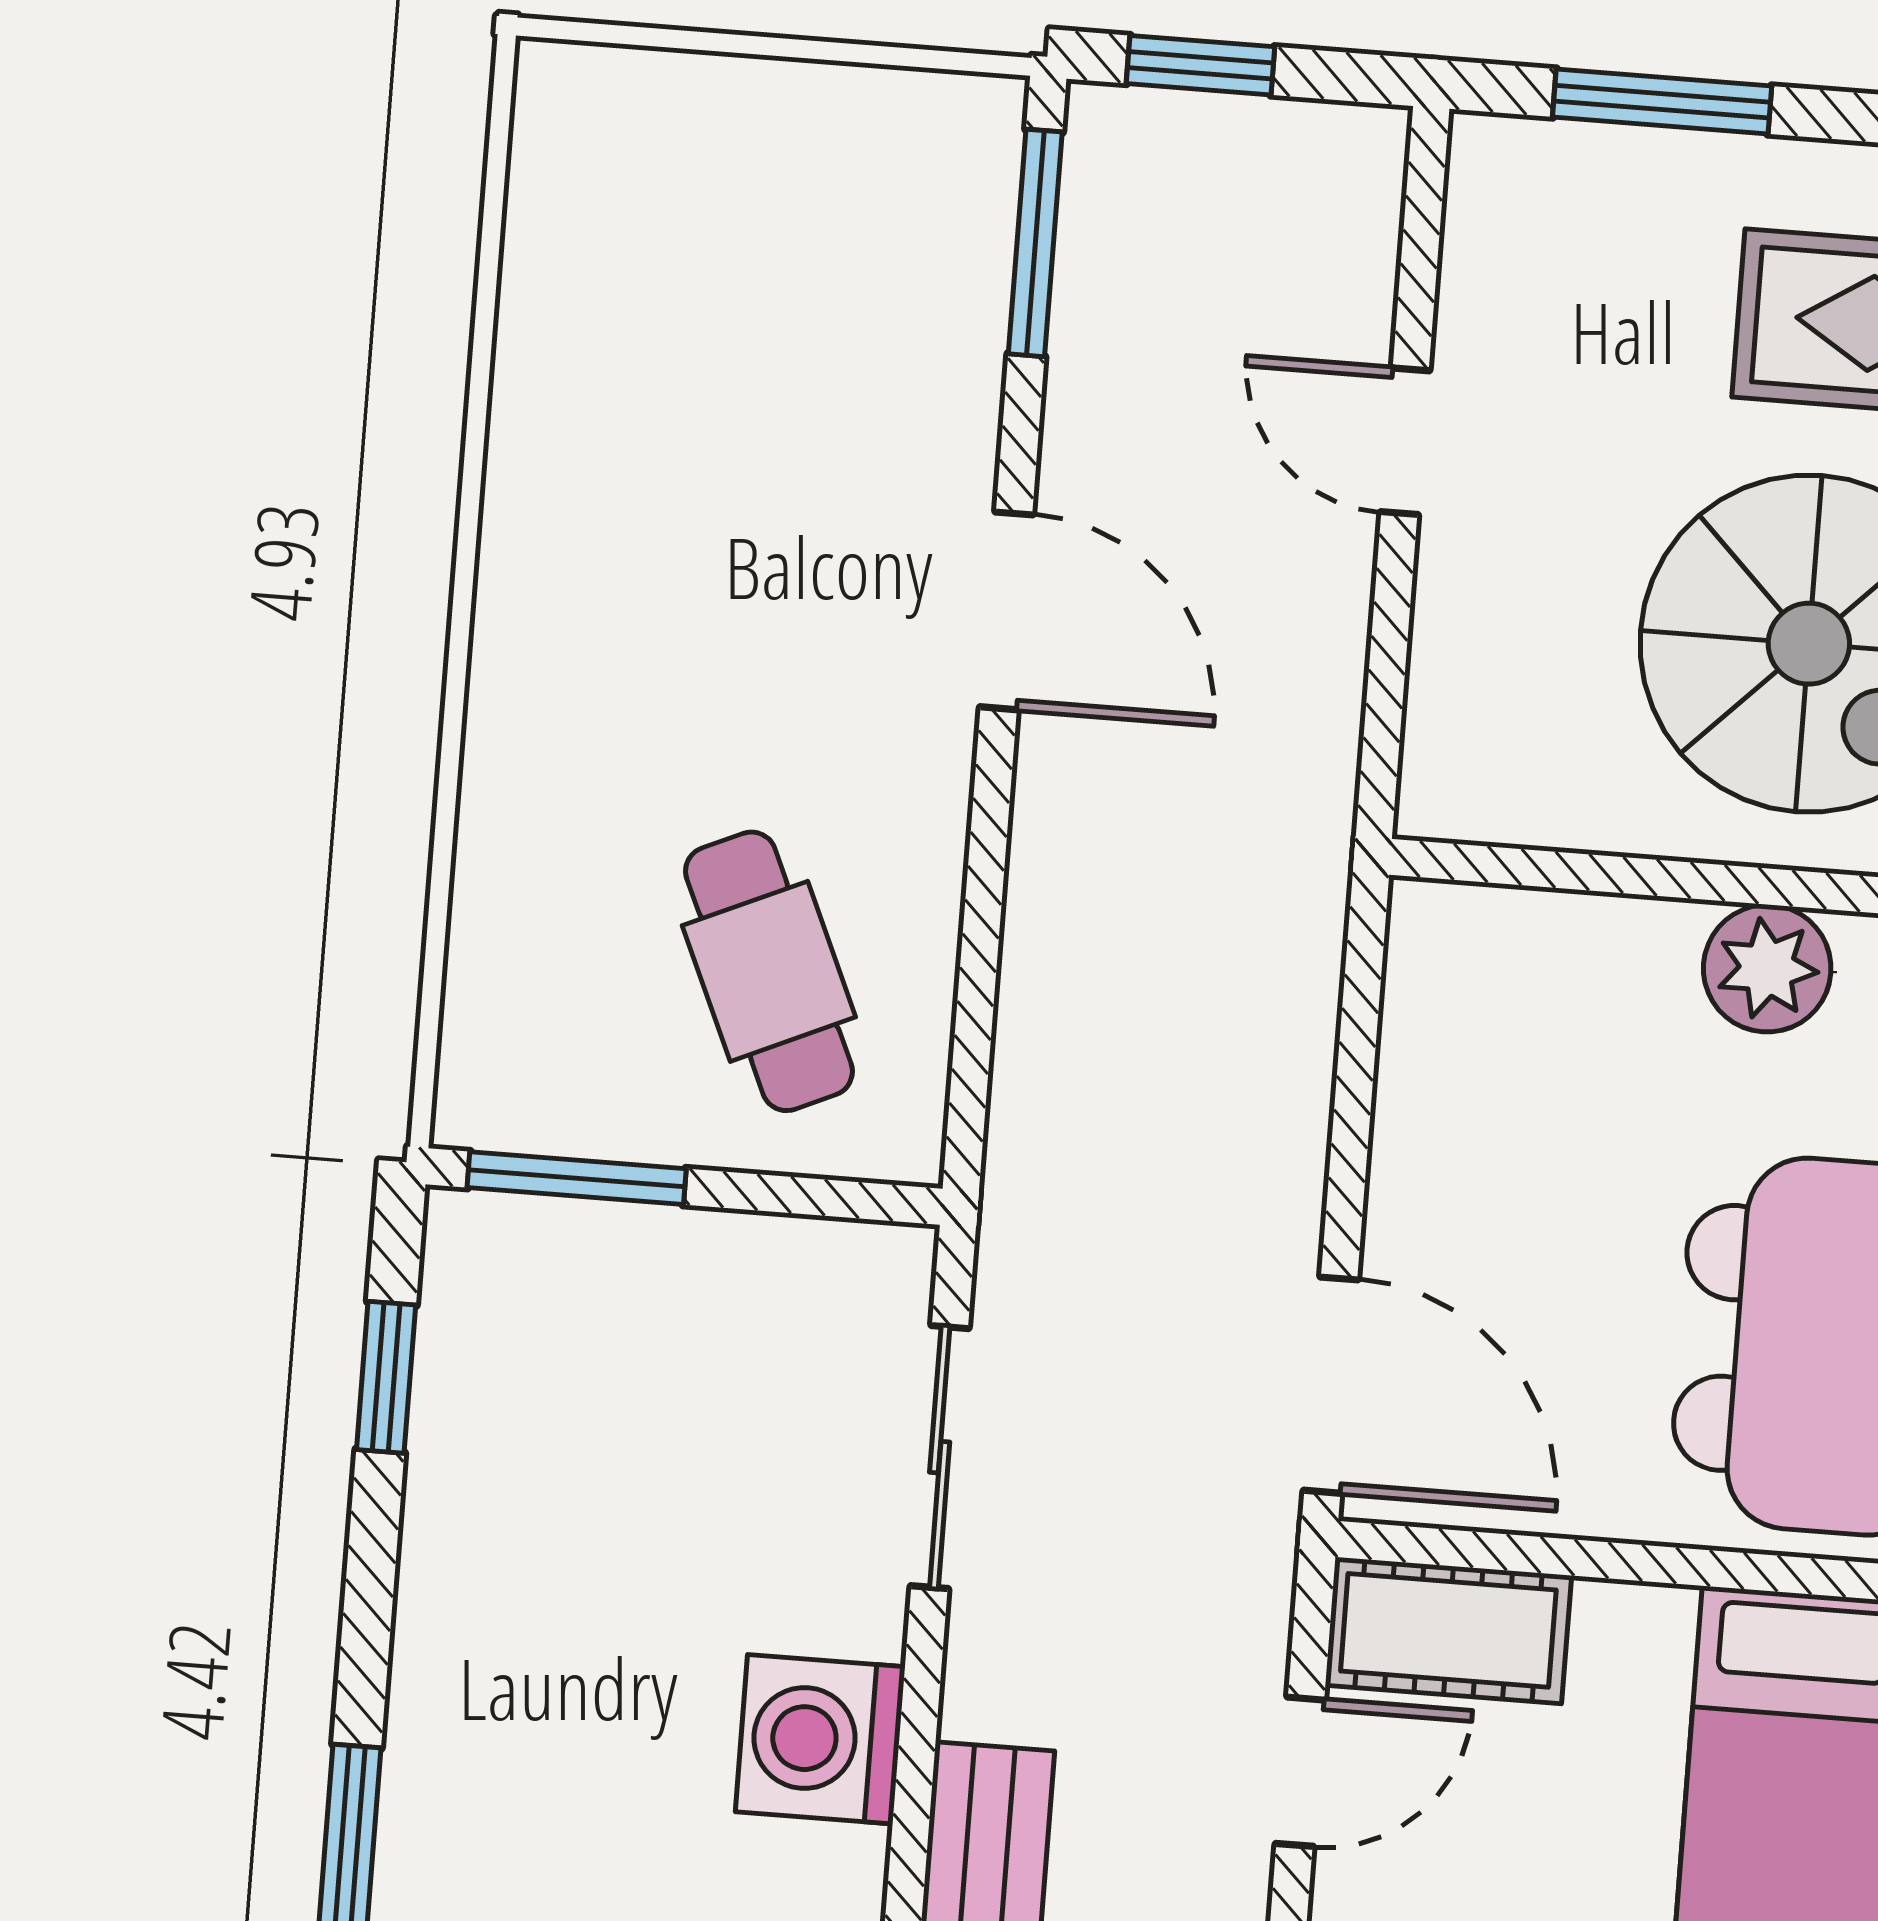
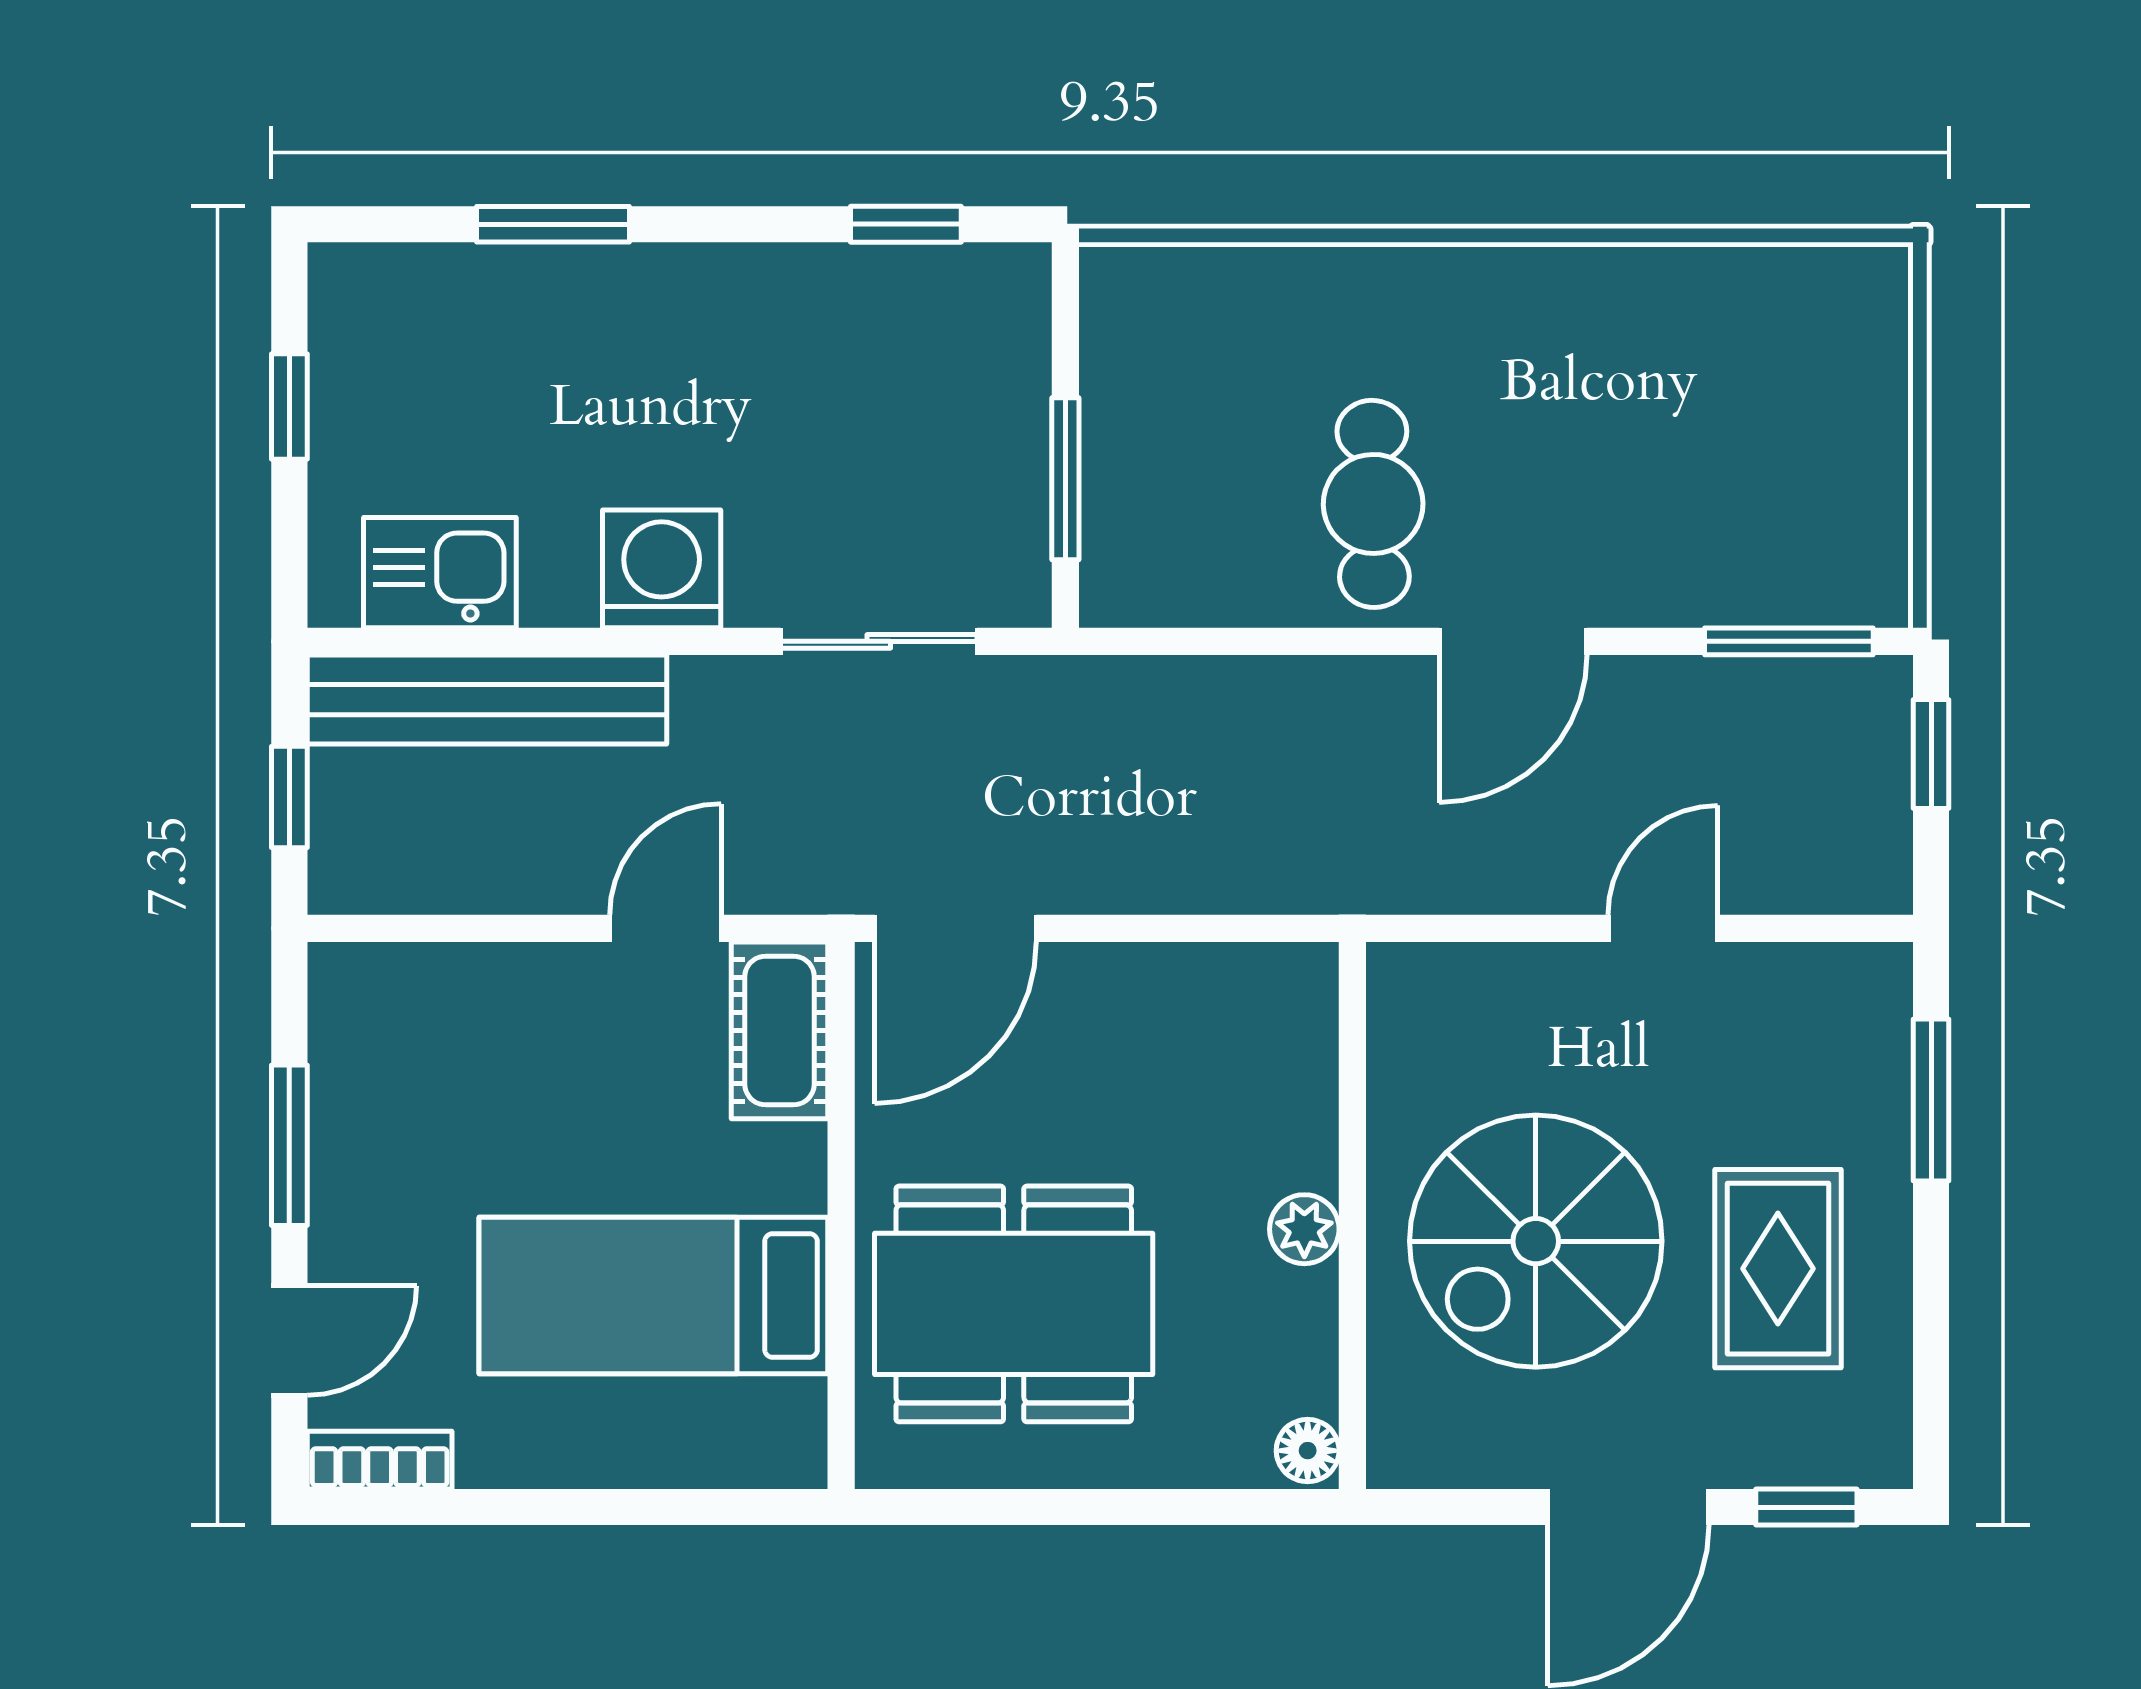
plant: (1767, 968) -> (1304, 1229), width x0.73, depth x0.73
cafe table: (769, 971) -> (1373, 504), moved, turned -67
window: (577, 1178) -> (1065, 479), moved
door: (1300, 1772) -> (666, 928), swing flipped

